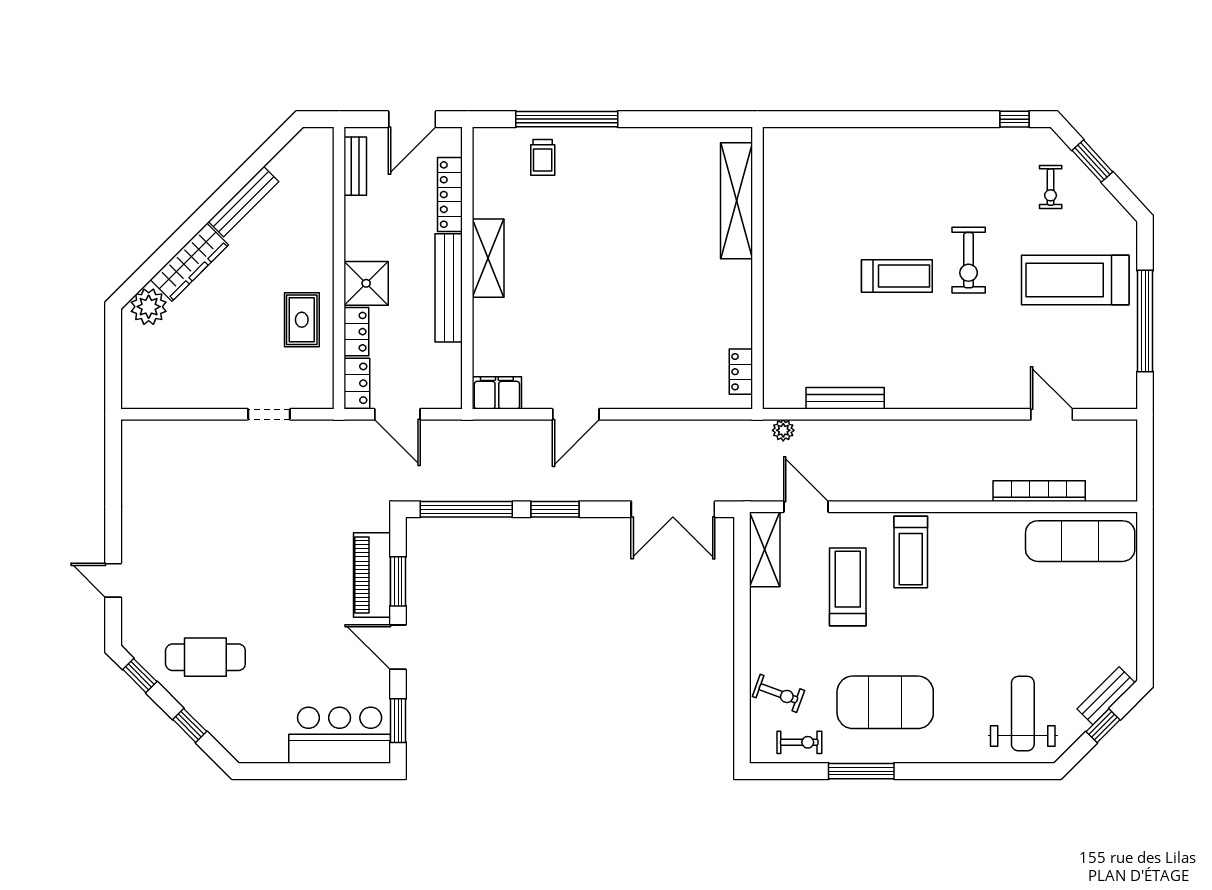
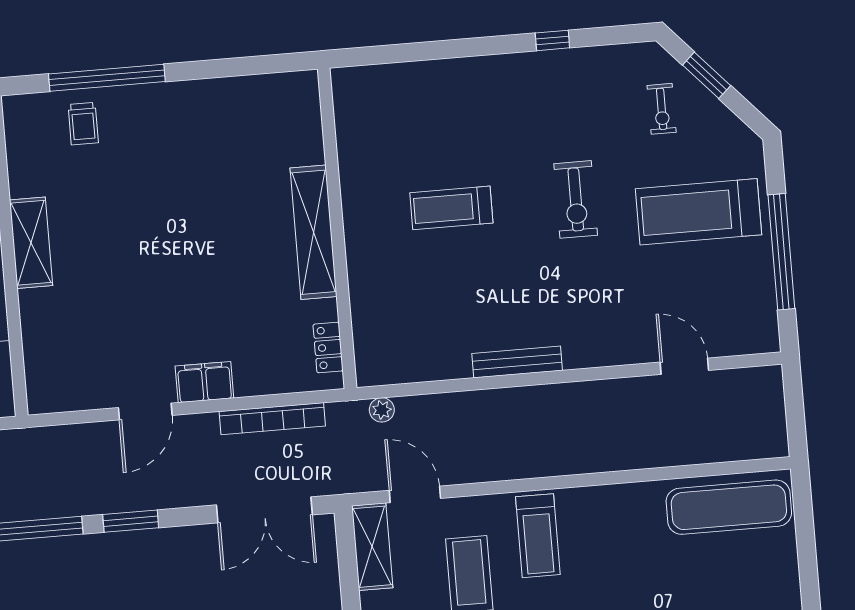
window: (1014, 119) -> (552, 40), moved
shelving: (736, 201) -> (313, 232), moved
treadmill: (897, 276) -> (451, 208), moved, turned 180
filing cabinet: (497, 393) -> (204, 382), moved
bench: (845, 398) -> (517, 362), moved
bookcase: (1039, 491) -> (272, 419), moved, turned 180

